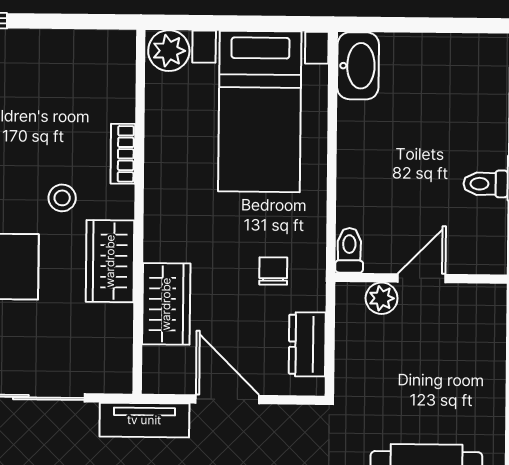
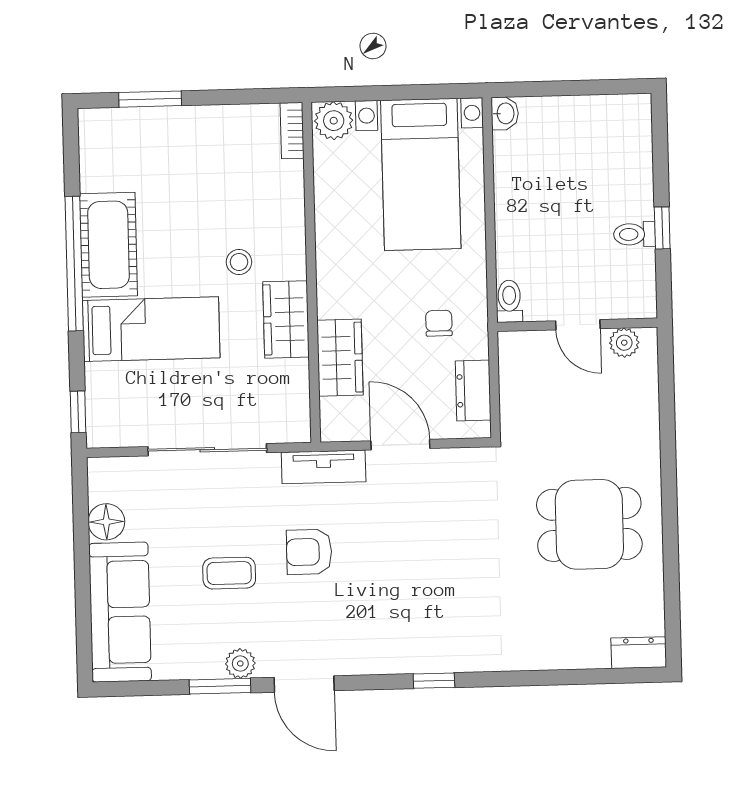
washbasin: (358, 66) -> (505, 113), width x0.52, depth x0.69
bookcase: (123, 154) -> (292, 131), moved
door: (422, 278) -> (578, 325), swing flipped
plant: (382, 298) -> (624, 343), moved

